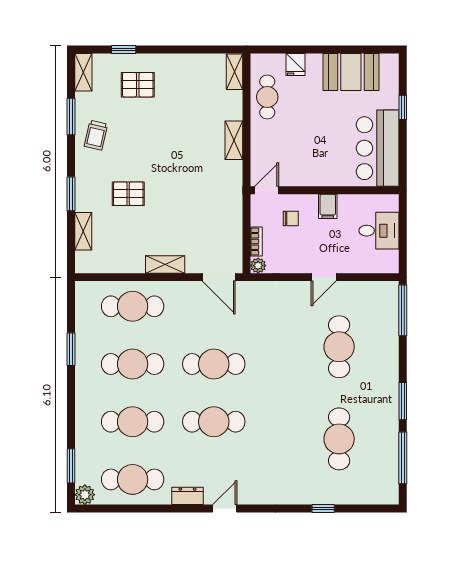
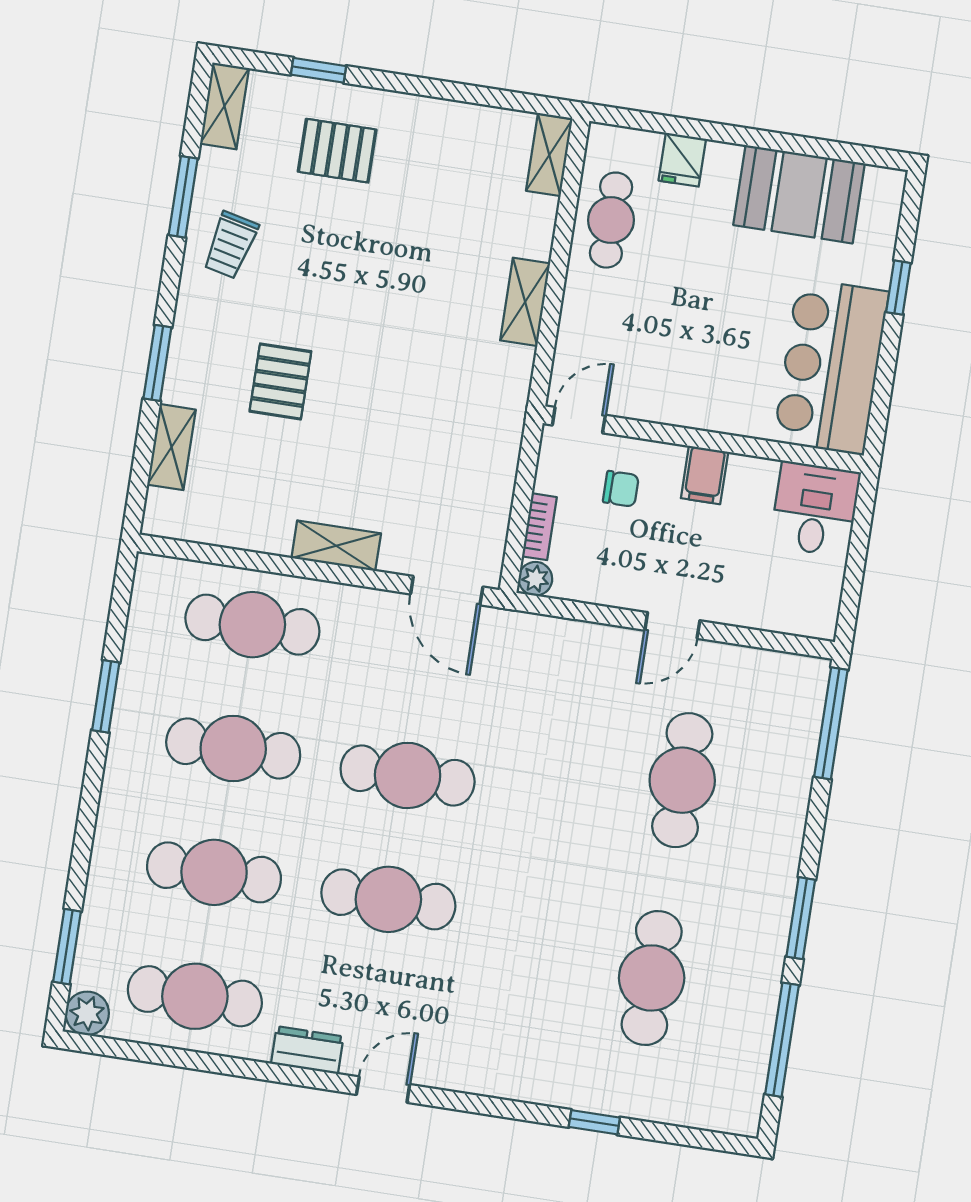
pallet: (128, 194) -> (280, 381), turned 90
desk: (379, 231) -> (815, 509), moved, turned -90

